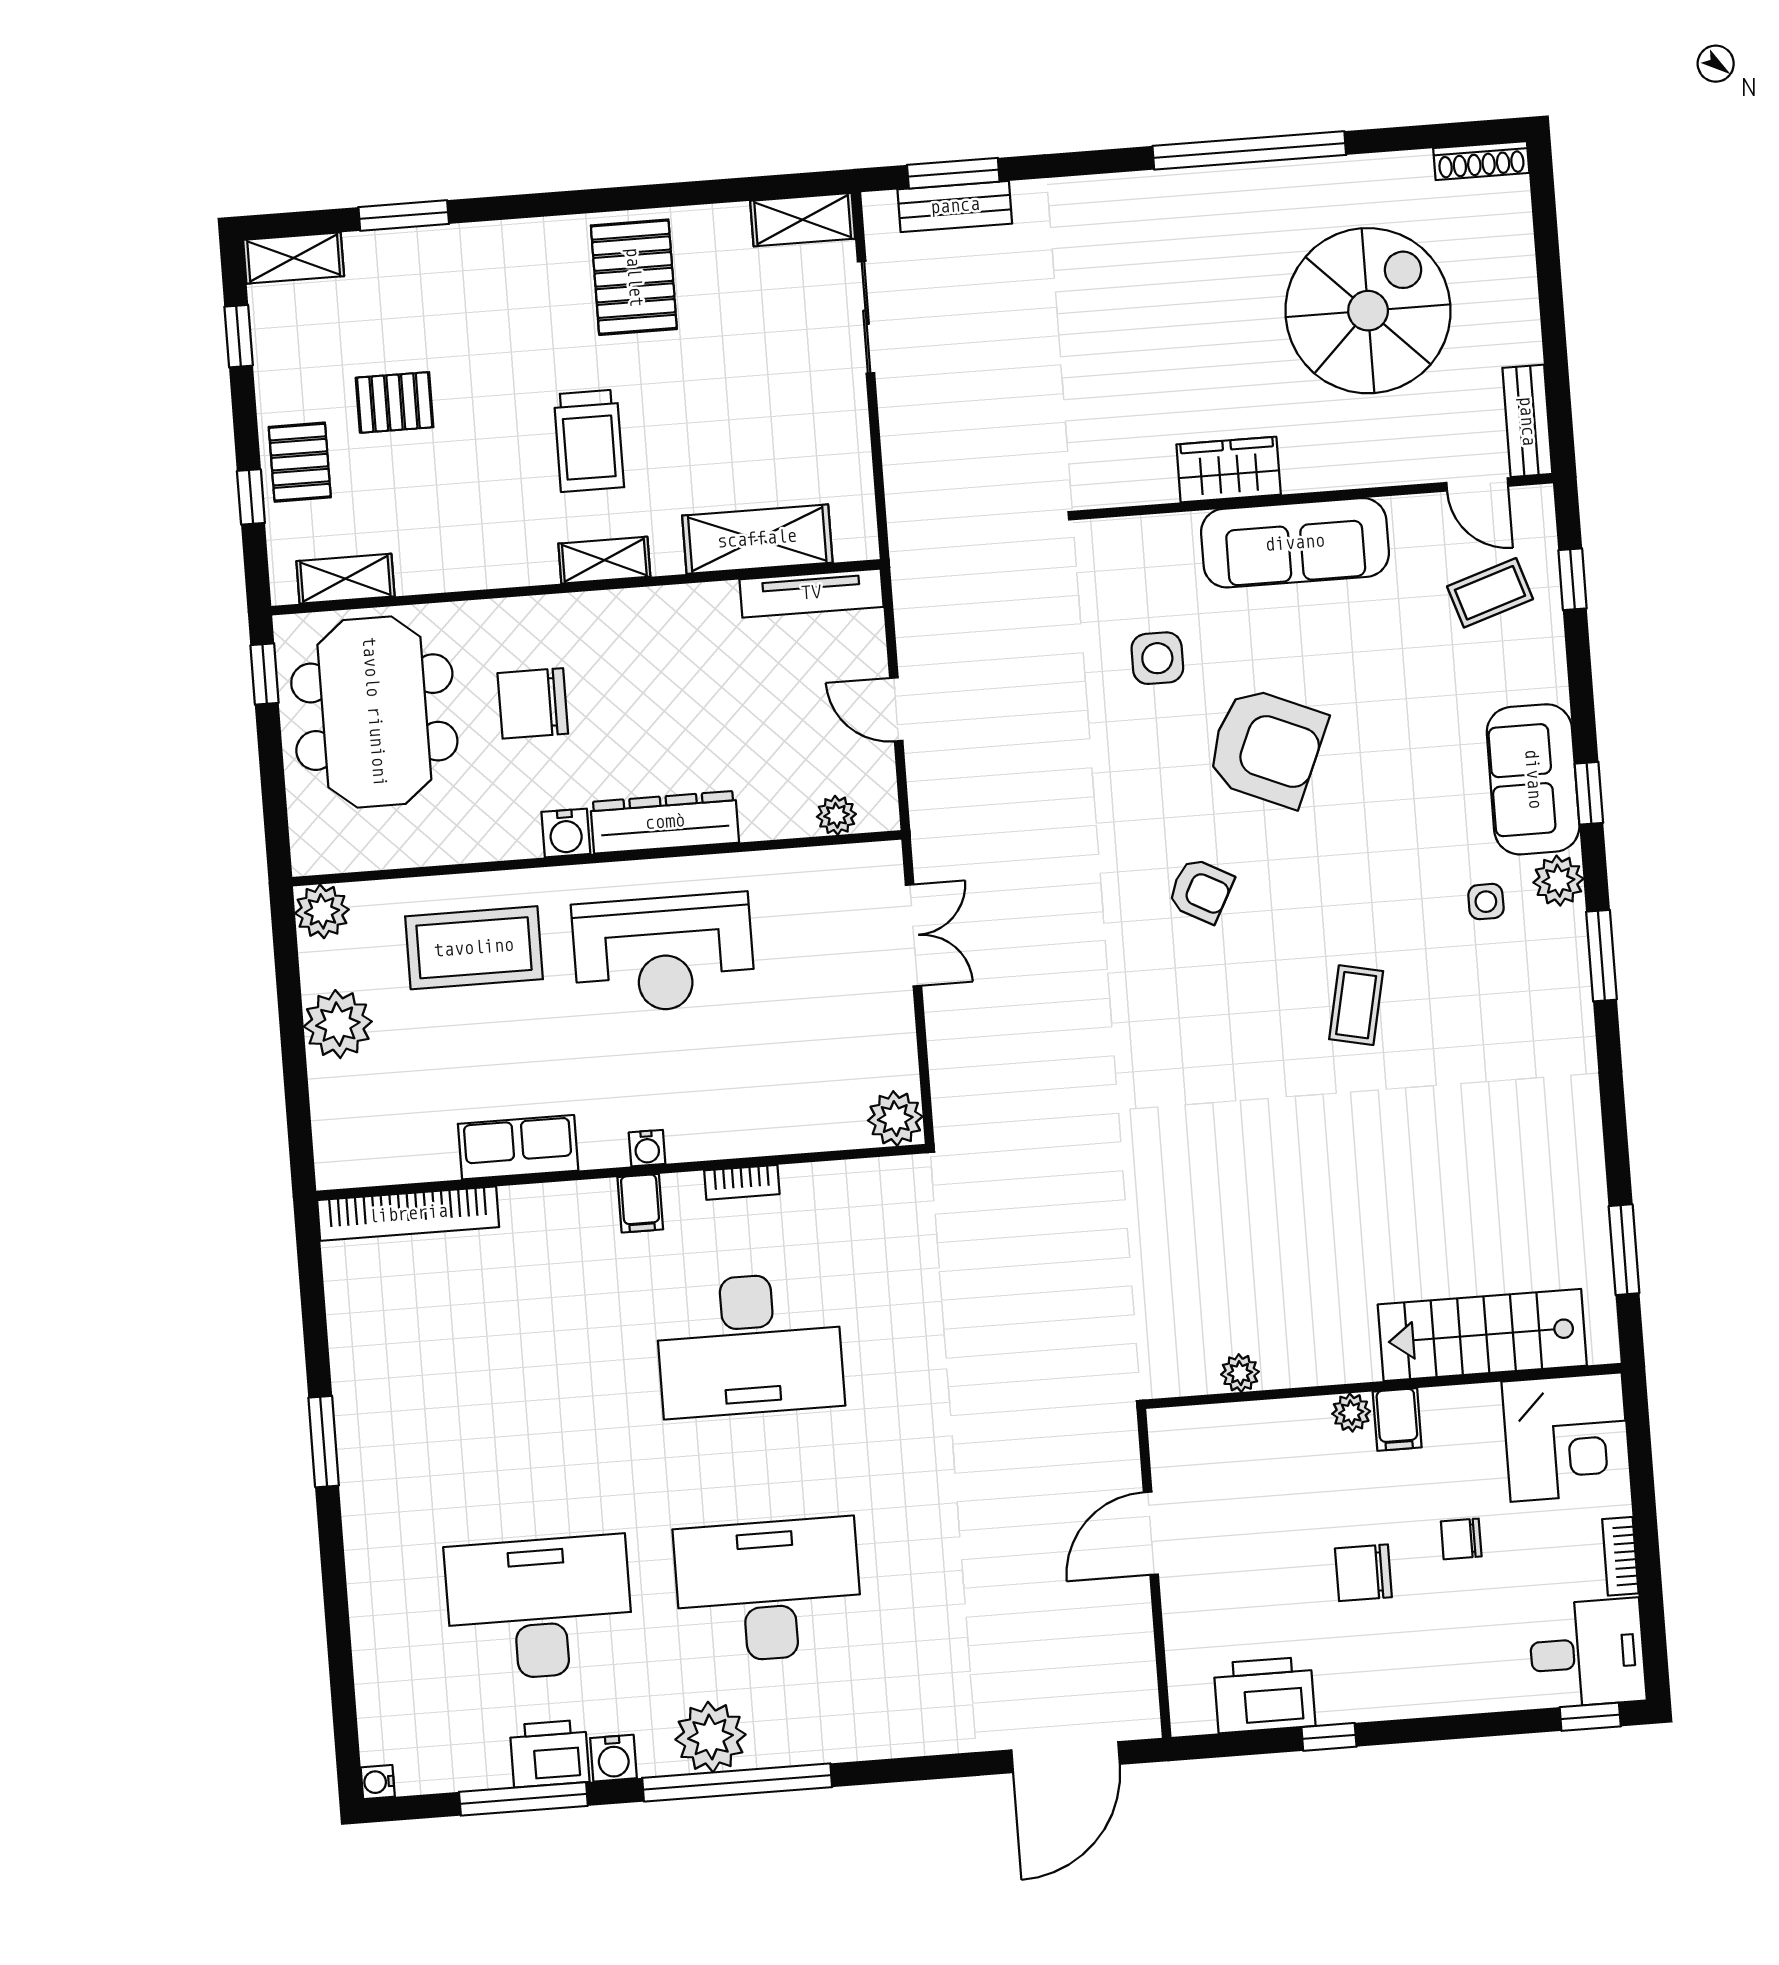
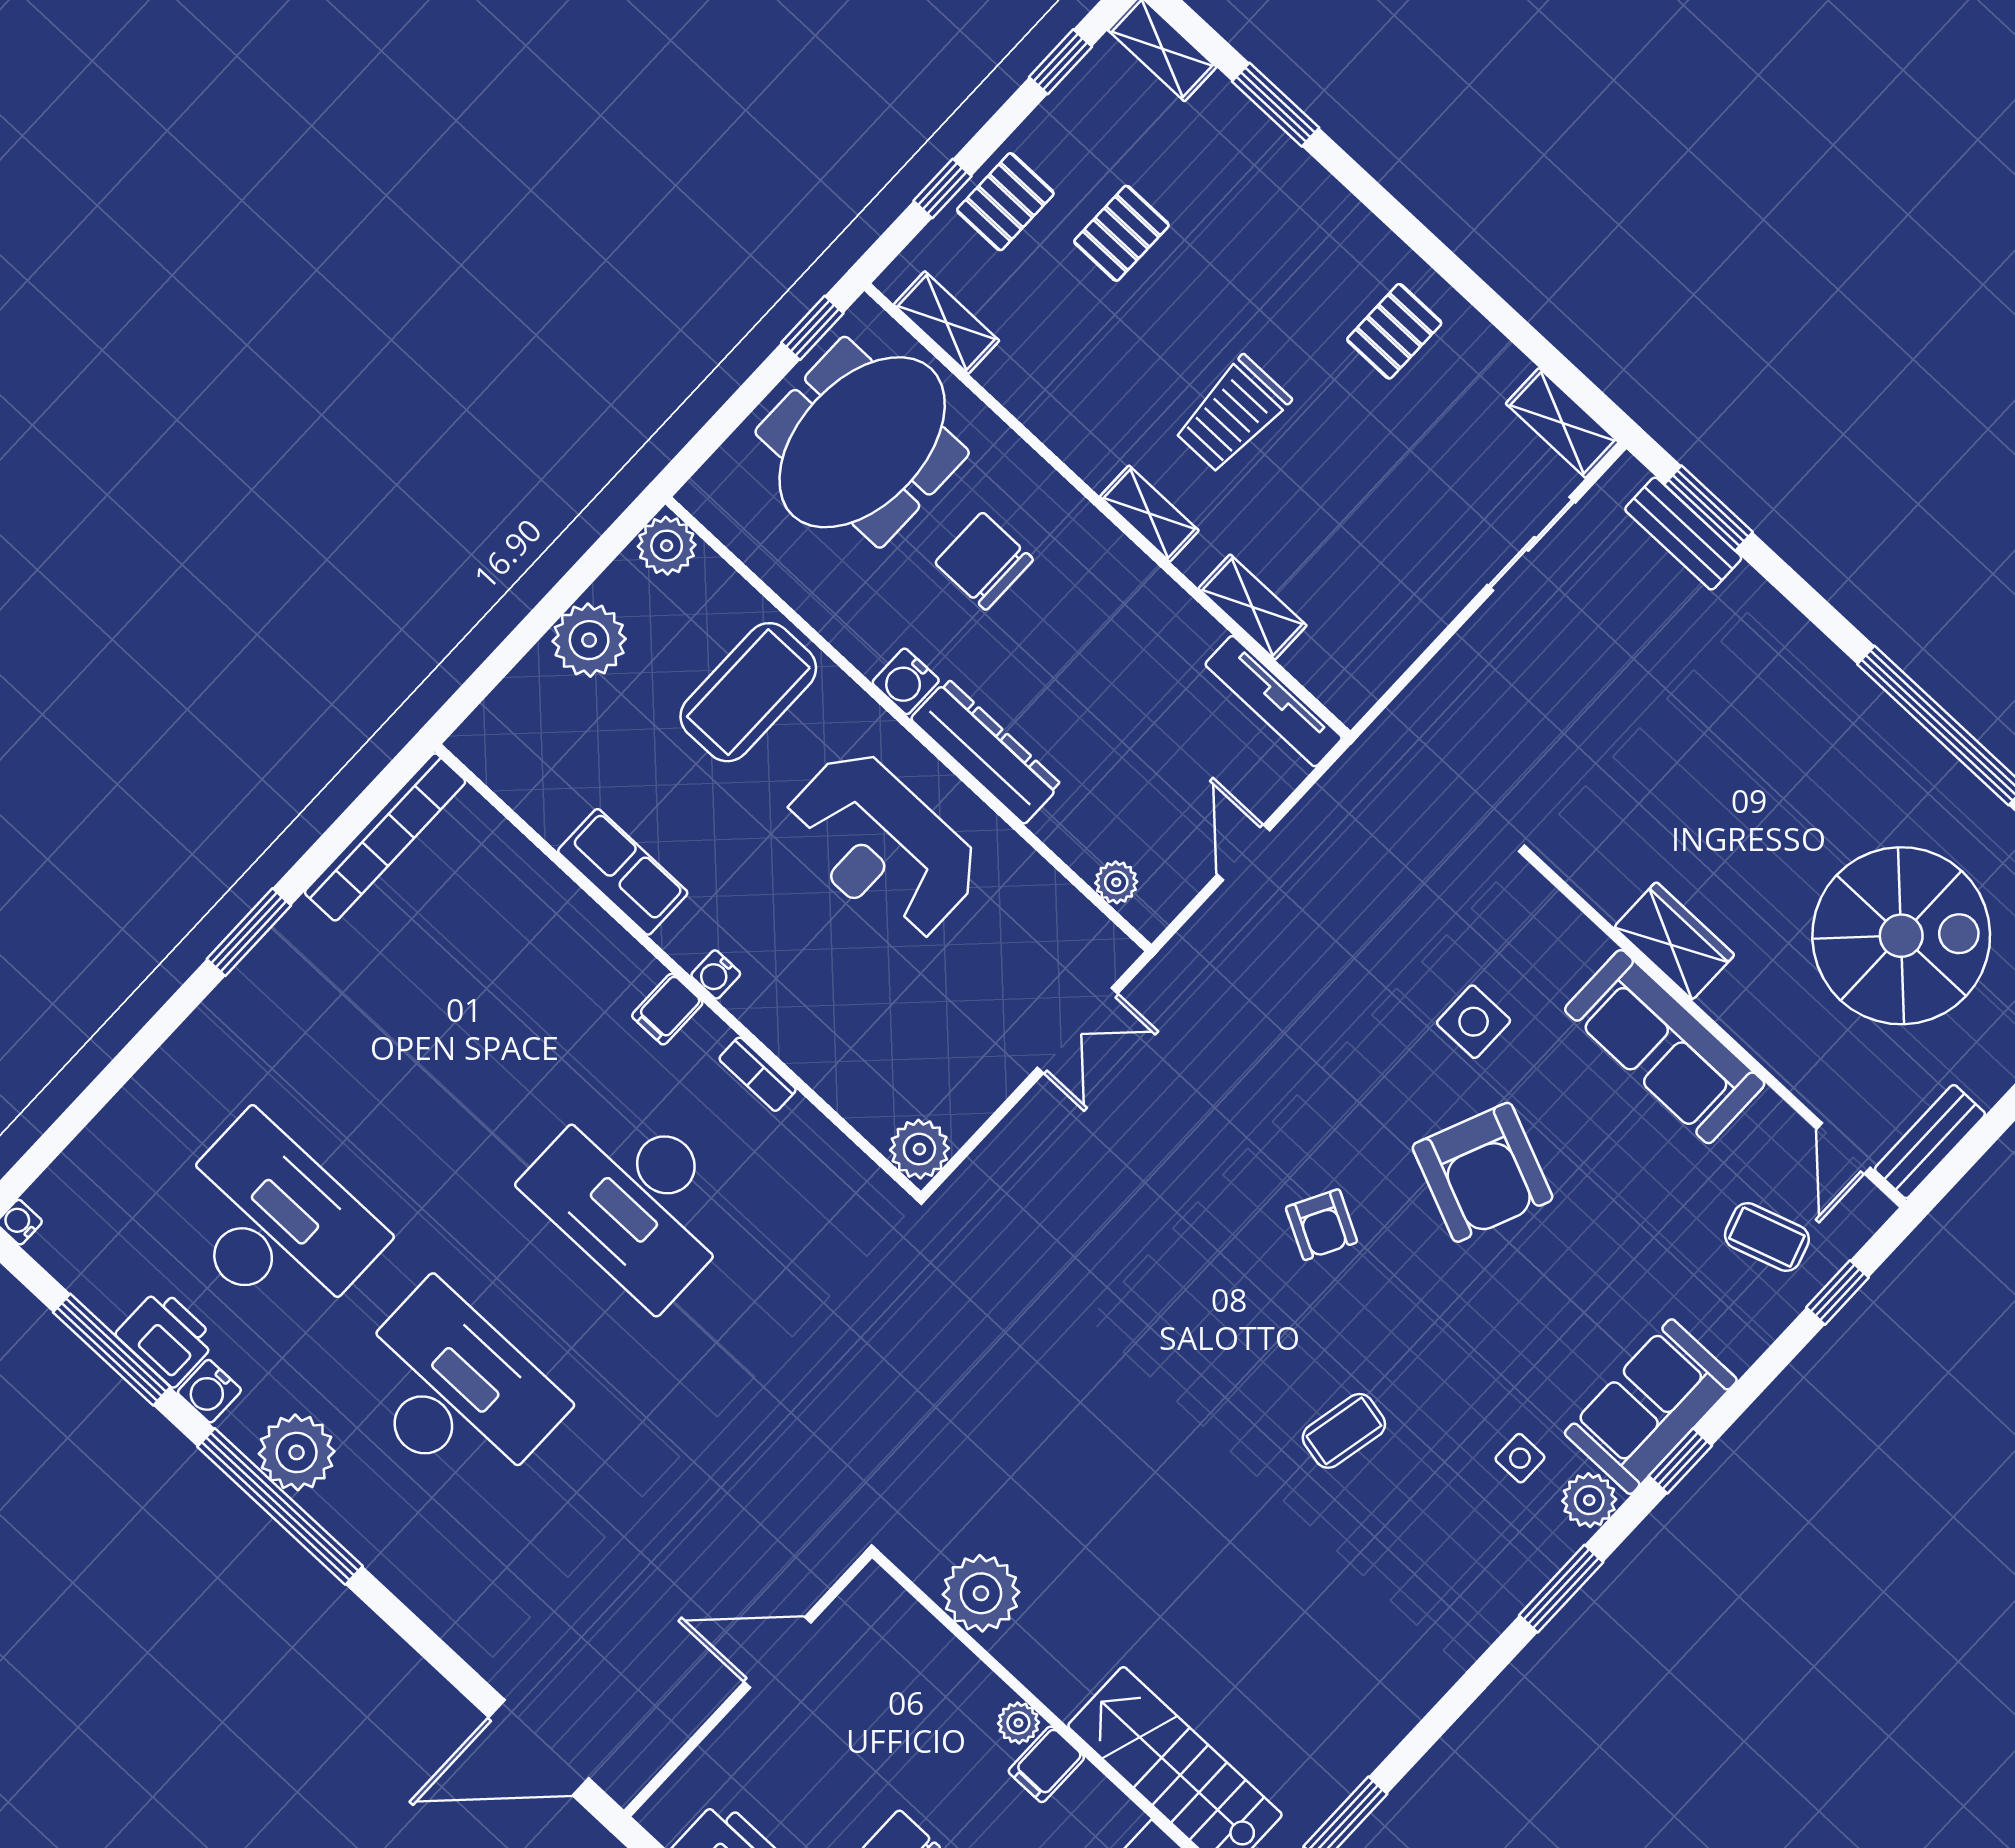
pallet: (634, 277) -> (1394, 331), width x0.67, depth x0.71
pallet: (395, 402) -> (1121, 233), turned 90
shelving: (757, 539) -> (1252, 607), width x0.67, depth x0.75
coffee table: (474, 948) -> (748, 692), turned 90
bookcase: (408, 1214) -> (385, 837), moved, turned -90
plant: (1240, 1373) -> (981, 1593), width x1.87, depth x1.87

